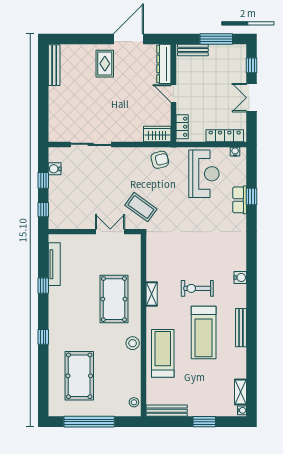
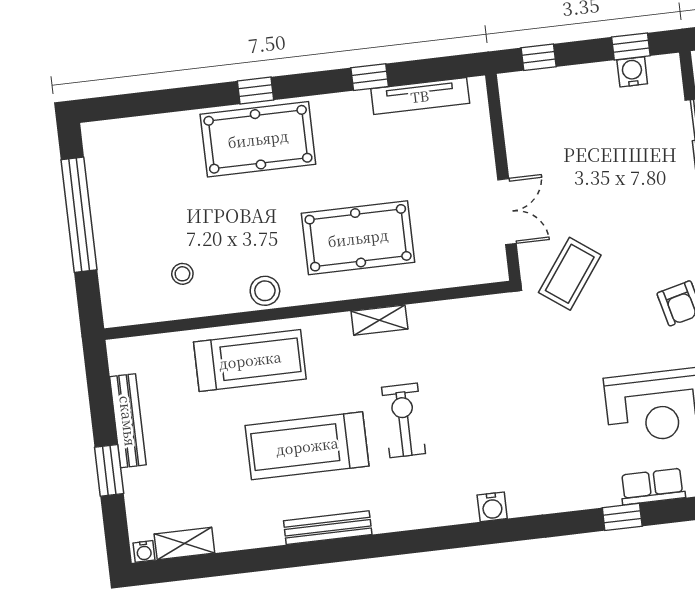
window: (43, 180) -> (631, 46), moved
row of seats: (240, 200) -> (652, 486), moved
water cooler: (240, 278) -> (492, 507), moved
pool table: (79, 376) -> (258, 139), moved
stool: (134, 402) -> (182, 274), moved
bench: (167, 411) -> (128, 421), moved

